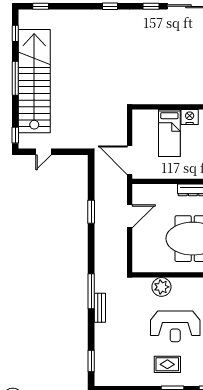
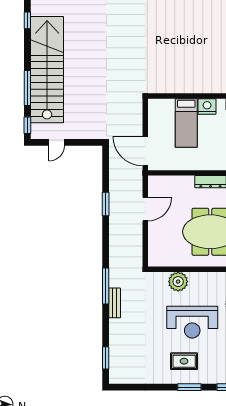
window: (15, 78) -> (27, 88), moved

